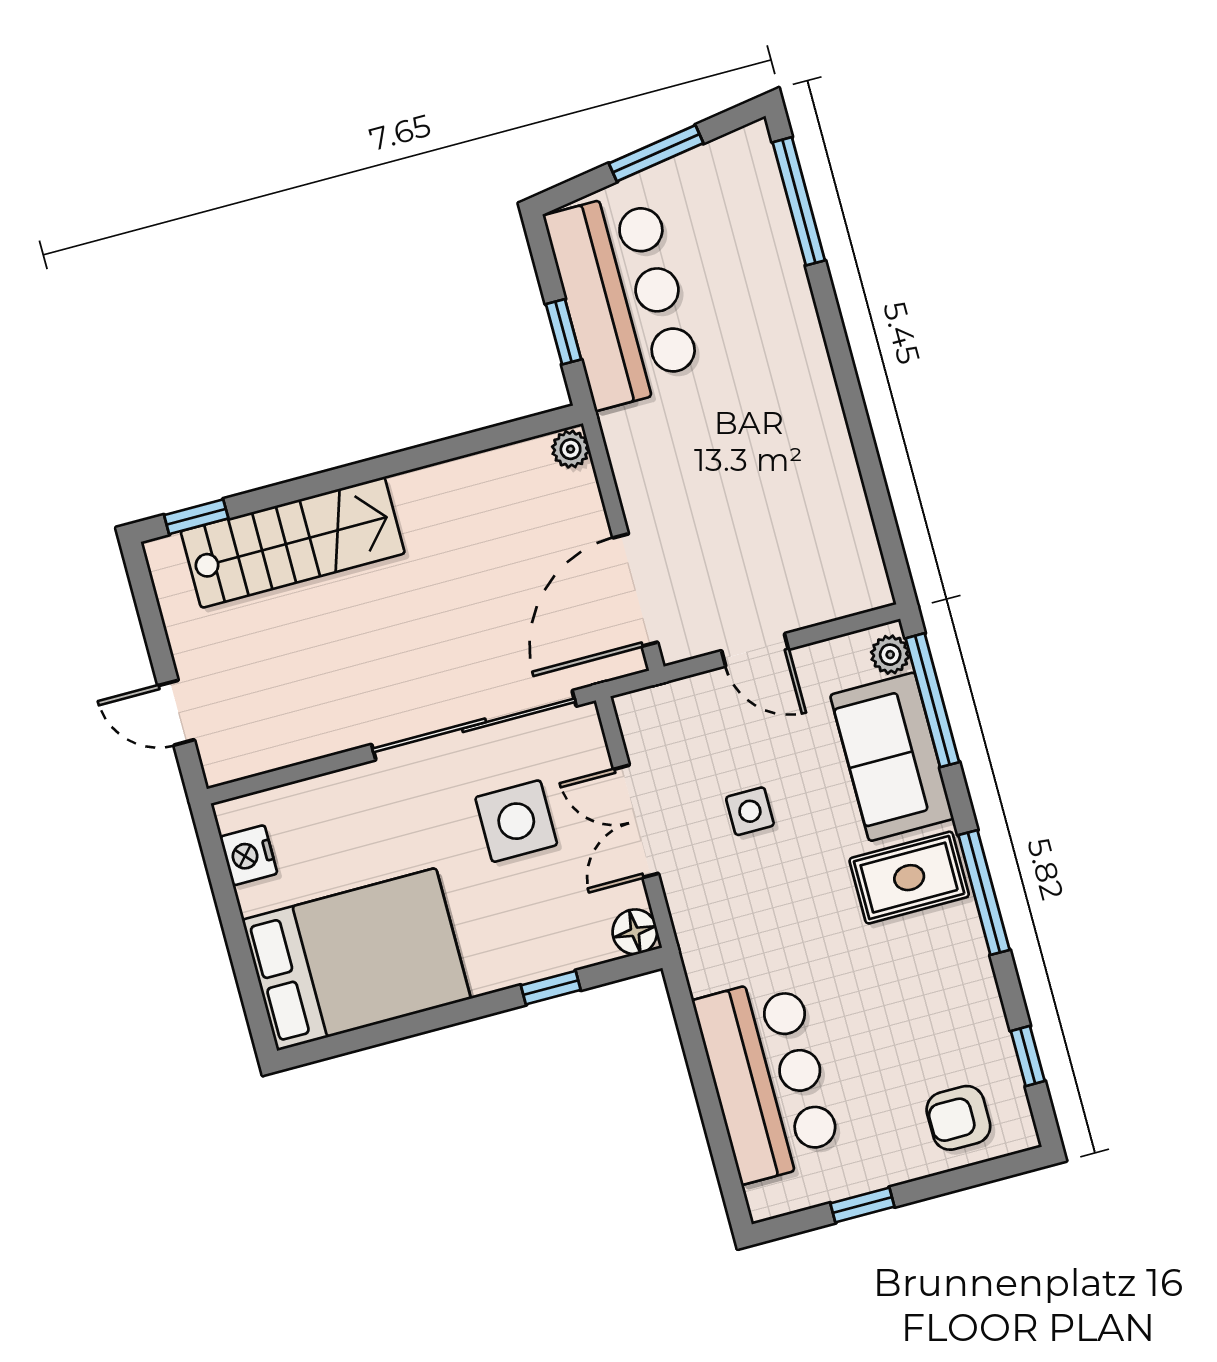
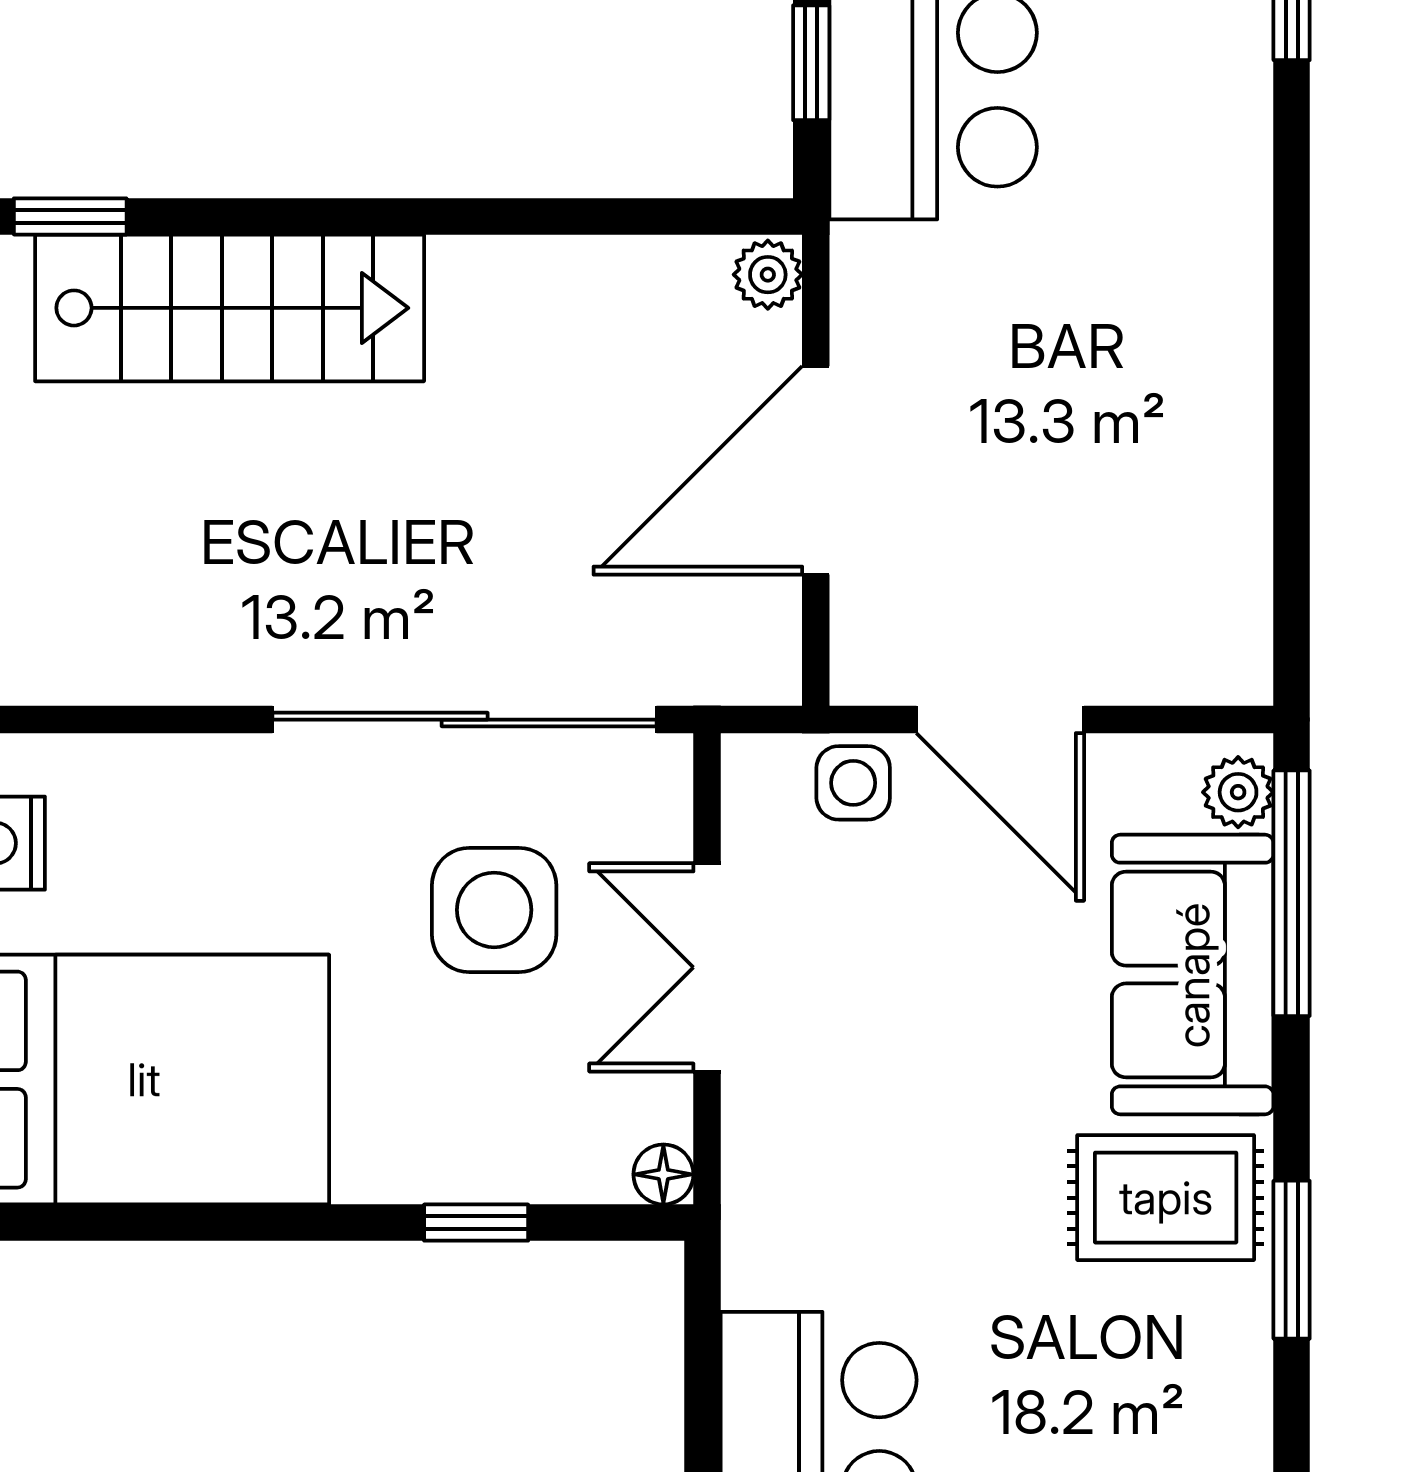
door: (635, 590) -> (816, 470), moved
door: (755, 650) -> (1000, 720), width x1.38
side table: (750, 811) -> (853, 783), moved
window: (984, 892) -> (1292, 1260), width x0.69
floor lamp: (635, 932) -> (663, 1174), width x0.73, depth x0.73

